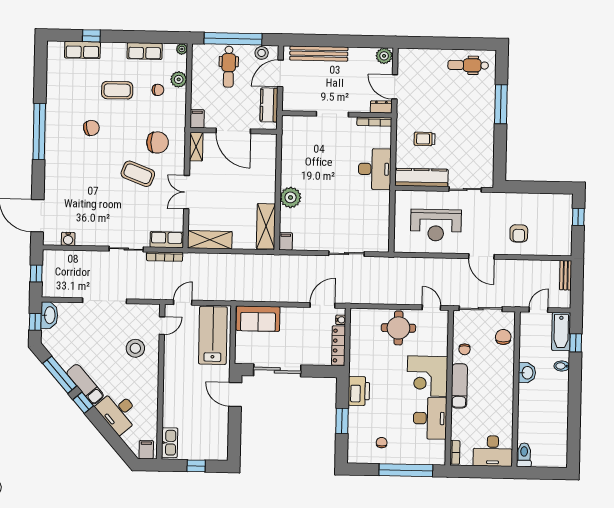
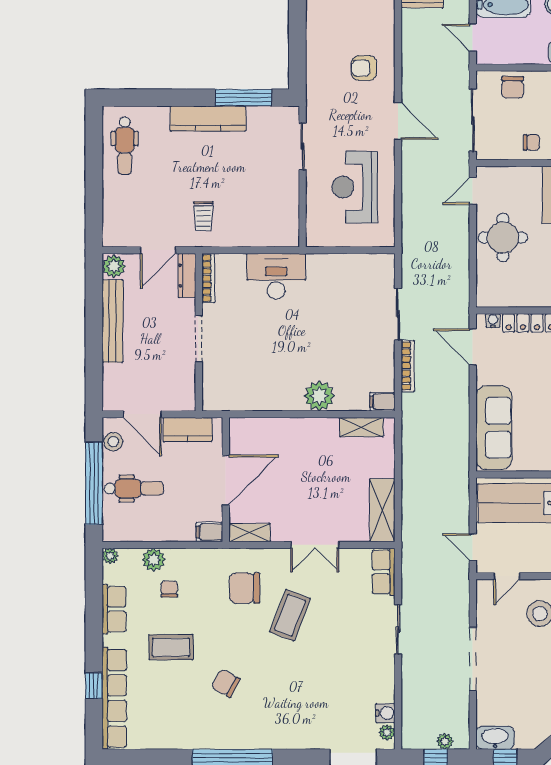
row of seats: (82, 50) -> (114, 698), width x2.02
bench: (319, 54) -> (113, 321), moved
coffee table: (117, 90) -> (171, 647), turned 90
window: (501, 104) -> (243, 98), moved
dresser: (381, 107) -> (187, 276), width x1.44
chair: (91, 128) -> (226, 683), turned -48
trolley: (425, 139) -> (203, 216), moved
chair: (157, 142) -> (245, 588), turned -90
kitchen counter: (421, 177) -> (208, 119), moved, turned -90
reception desk: (436, 225) -> (355, 187), turned 180
shelving: (266, 226) -> (361, 427), width x0.67, depth x0.75
armchair: (519, 233) -> (364, 68), turned 180
plant: (55, 240) -> (387, 732), added
door: (481, 256) -> (398, 121), hinge flipped
bookcase: (165, 257) -> (408, 366), moved
plant: (48, 280) -> (445, 741), added
sofa: (258, 319) -> (494, 428), width x1.36
door: (162, 326) -> (507, 576), swing flipped
chair: (503, 337) -> (513, 87), turned -90

